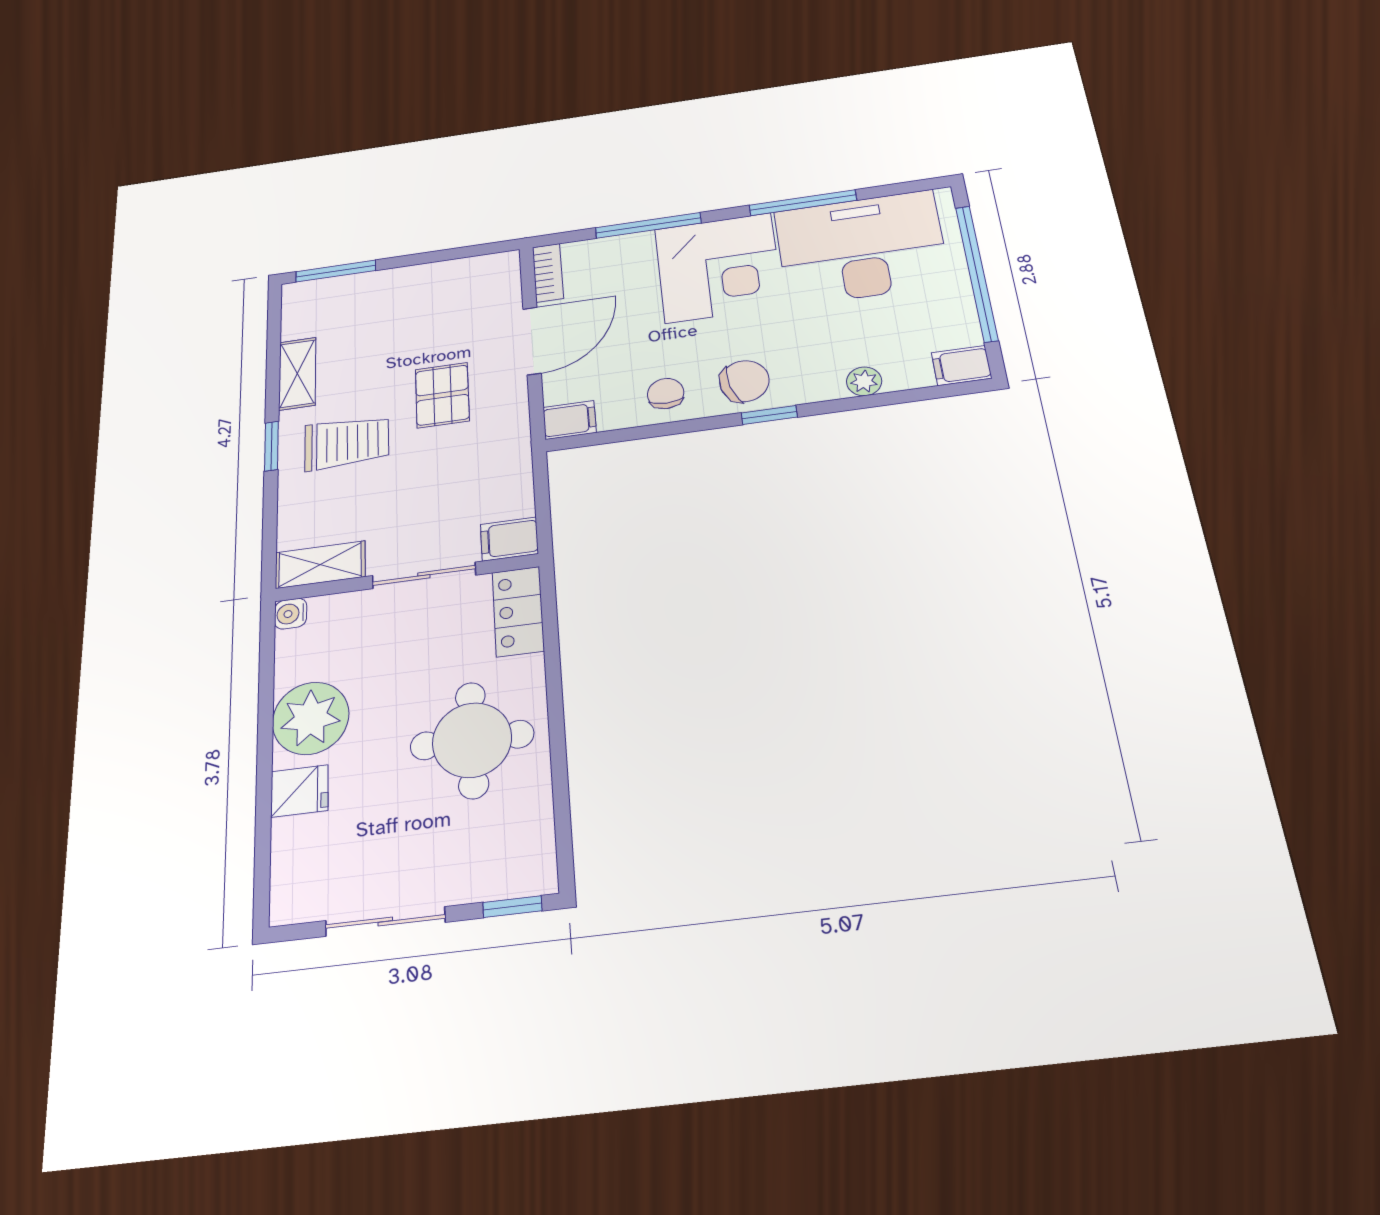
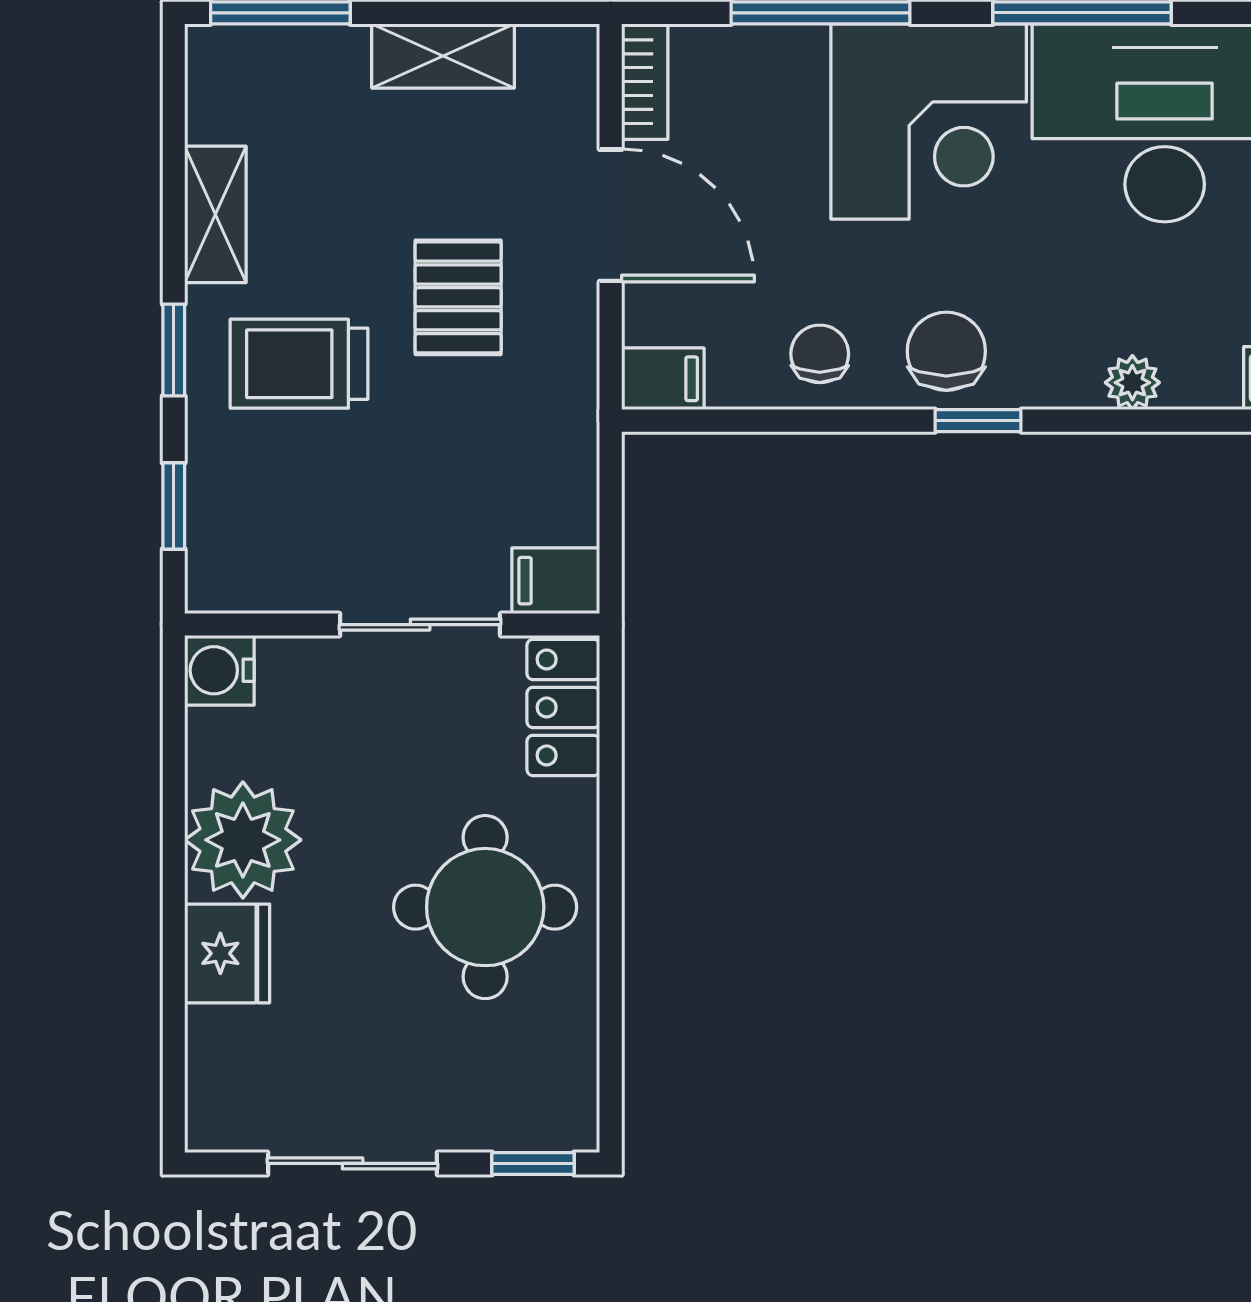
door: (532, 341) -> (611, 215), hinge flipped
chair: (744, 381) -> (946, 351), turned -75
trolley: (347, 443) -> (299, 364), turned 180
window: (270, 529) -> (174, 506), added
shelving: (320, 565) -> (443, 56), moved
water cooler: (291, 614) -> (219, 670), width x1.38, depth x1.38
fridge: (299, 791) -> (227, 953), width x1.38

